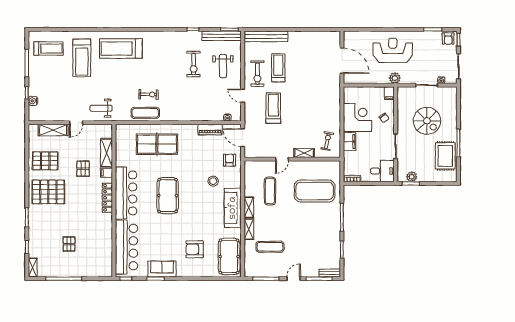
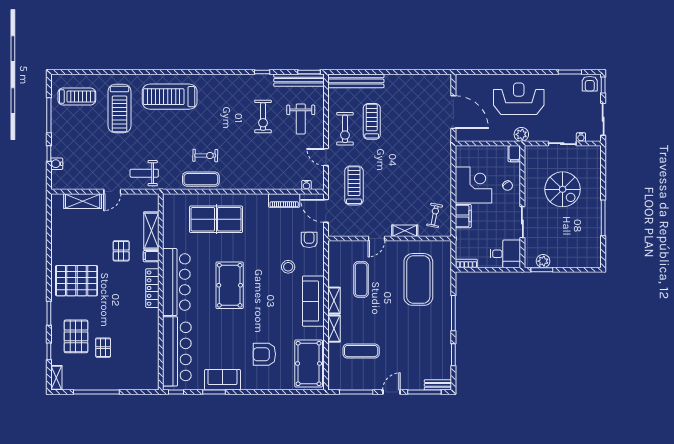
treadmill: (273, 108) -> (354, 186), moved
rug: (445, 156) -> (586, 234), removed
pallet: (45, 161) -> (76, 336), moved, turned 90
exercise mat: (315, 191) -> (418, 279), turned 90

